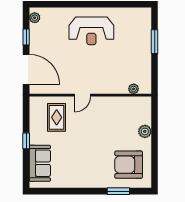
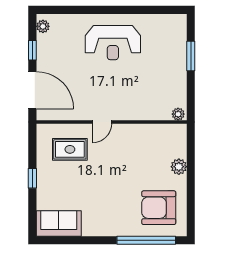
plant: (134, 89) -> (178, 114), moved
rug: (57, 117) -> (70, 149), turned 90
sofa: (40, 163) -> (59, 223), moved, turned -90
window: (118, 191) -> (146, 240), width x2.11

